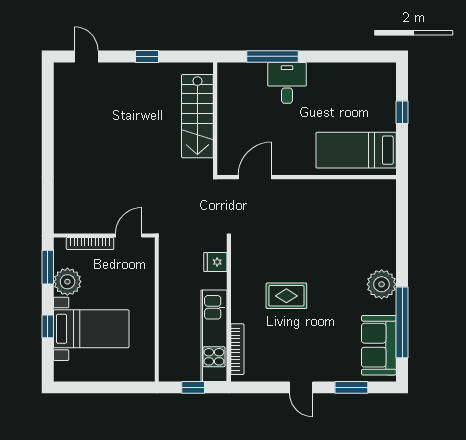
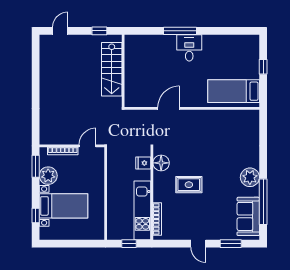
door: (86, 56) -> (60, 31), hinge flipped
stairs: (197, 116) -> (112, 69), moved
wall: (215, 119) -> (123, 71), moved
floor lamp: (243, 262) -> (161, 163), added
window: (48, 326) -> (36, 215), moved

